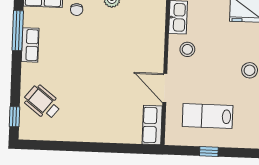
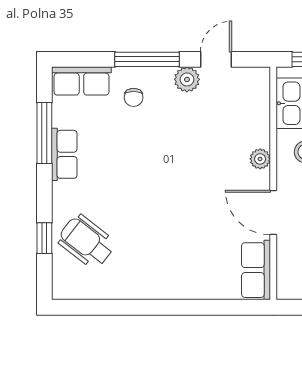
plant: (157, 53) -> (260, 159), added
window: (14, 117) -> (44, 238), moved

